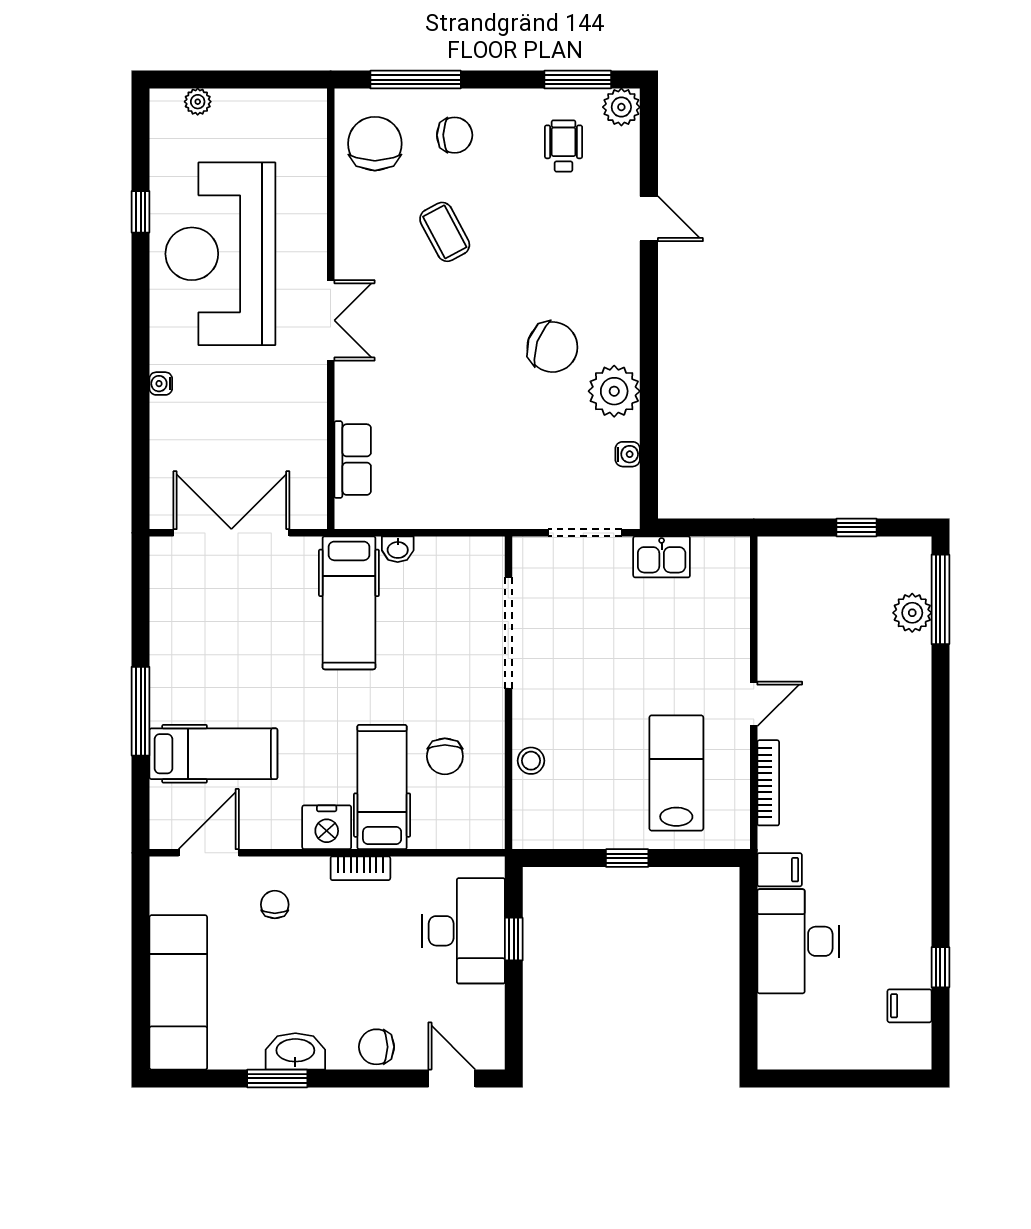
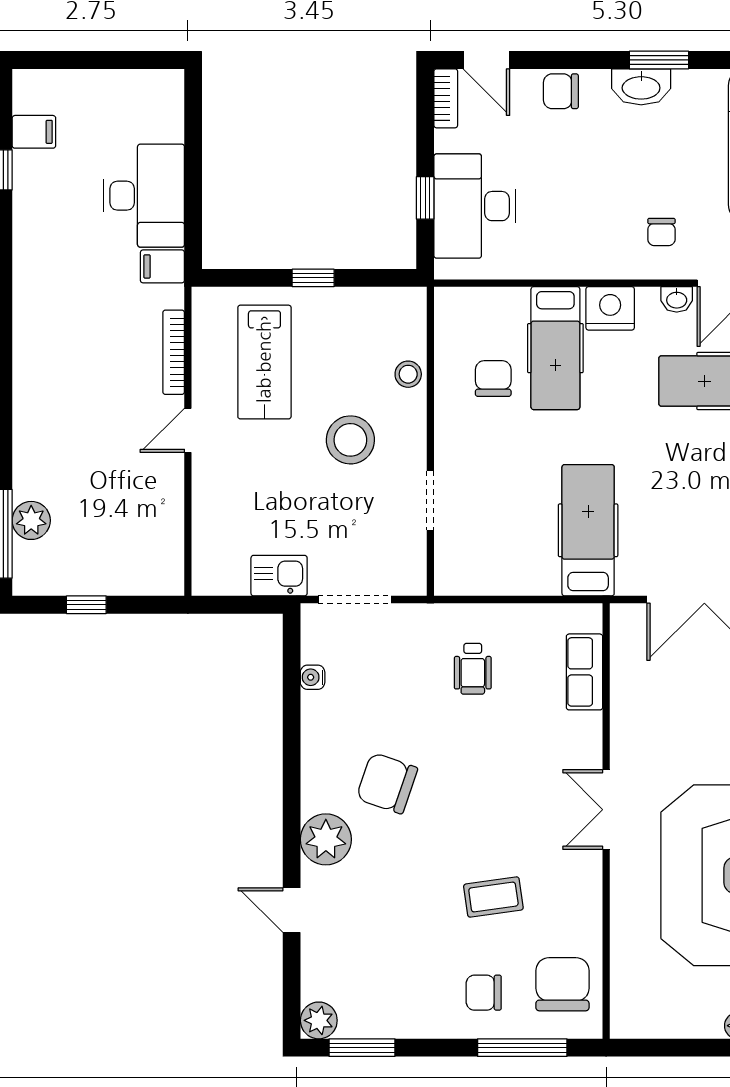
chair: (375, 144) -> (562, 984), turned 180
wheelchair: (564, 146) -> (473, 669), moved
coffee table: (445, 232) -> (493, 897), turned -70
plant: (614, 391) -> (326, 839), moved
washbasin: (398, 549) -> (677, 299), moved, turned 180
doorway: (508, 633) -> (430, 501), width x0.53
stool: (589, 694) -> (350, 440), added
bookcase: (360, 868) -> (446, 98), moved, turned 90
chair: (376, 1047) -> (561, 91), turned 180

